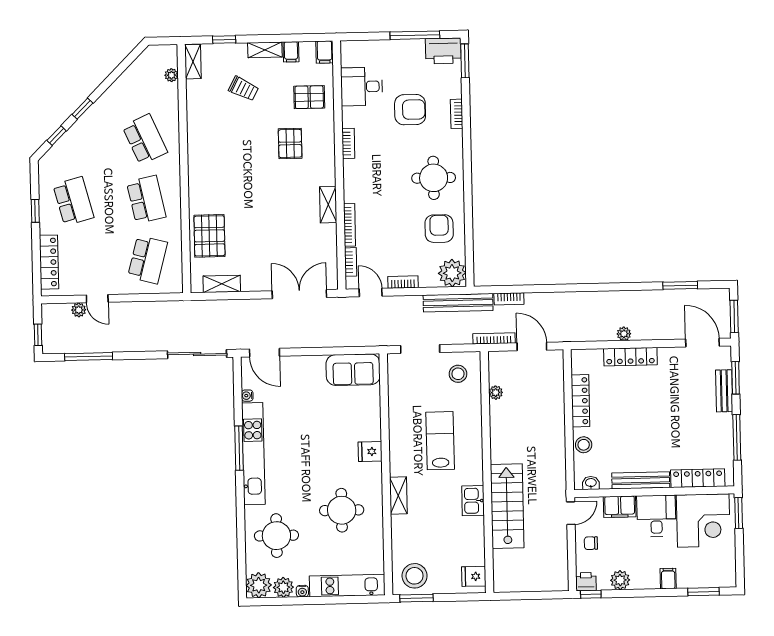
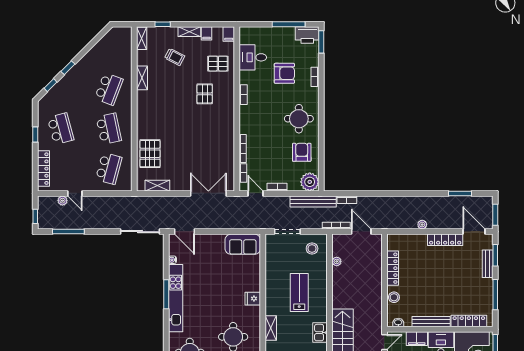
plant: (171, 75) -> (127, 47), removed
school desk: (145, 139) -> (109, 89), turned 45
shelving: (328, 205) -> (142, 78), moved
locker: (630, 357) -> (445, 240), moved

